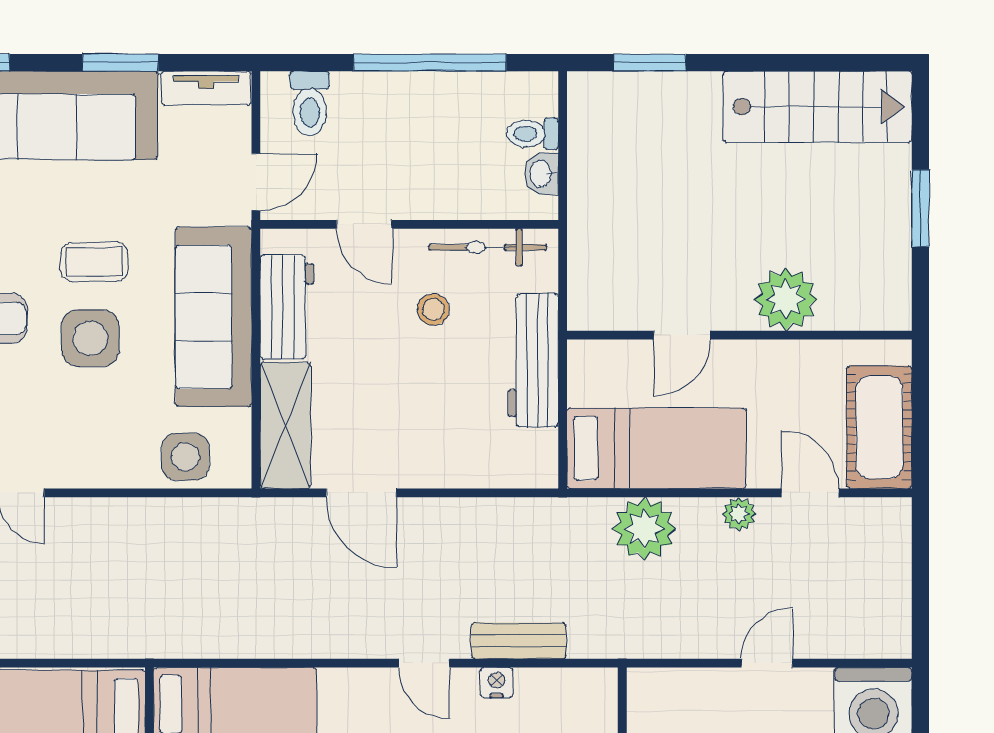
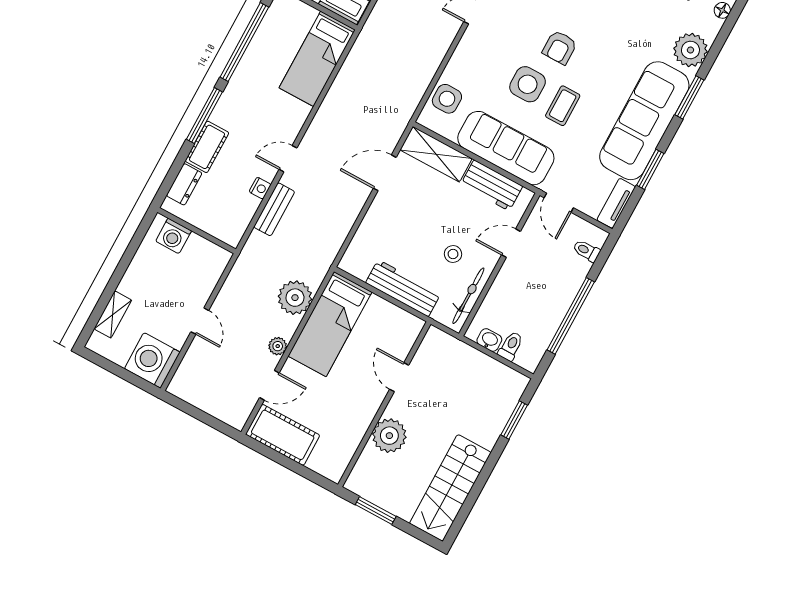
toilet: (310, 104) -> (586, 251), width x0.73, depth x0.72
plant: (786, 299) -> (389, 436), moved
door: (682, 335) -> (399, 377), moved
wall: (739, 335) -> (384, 404), moved

